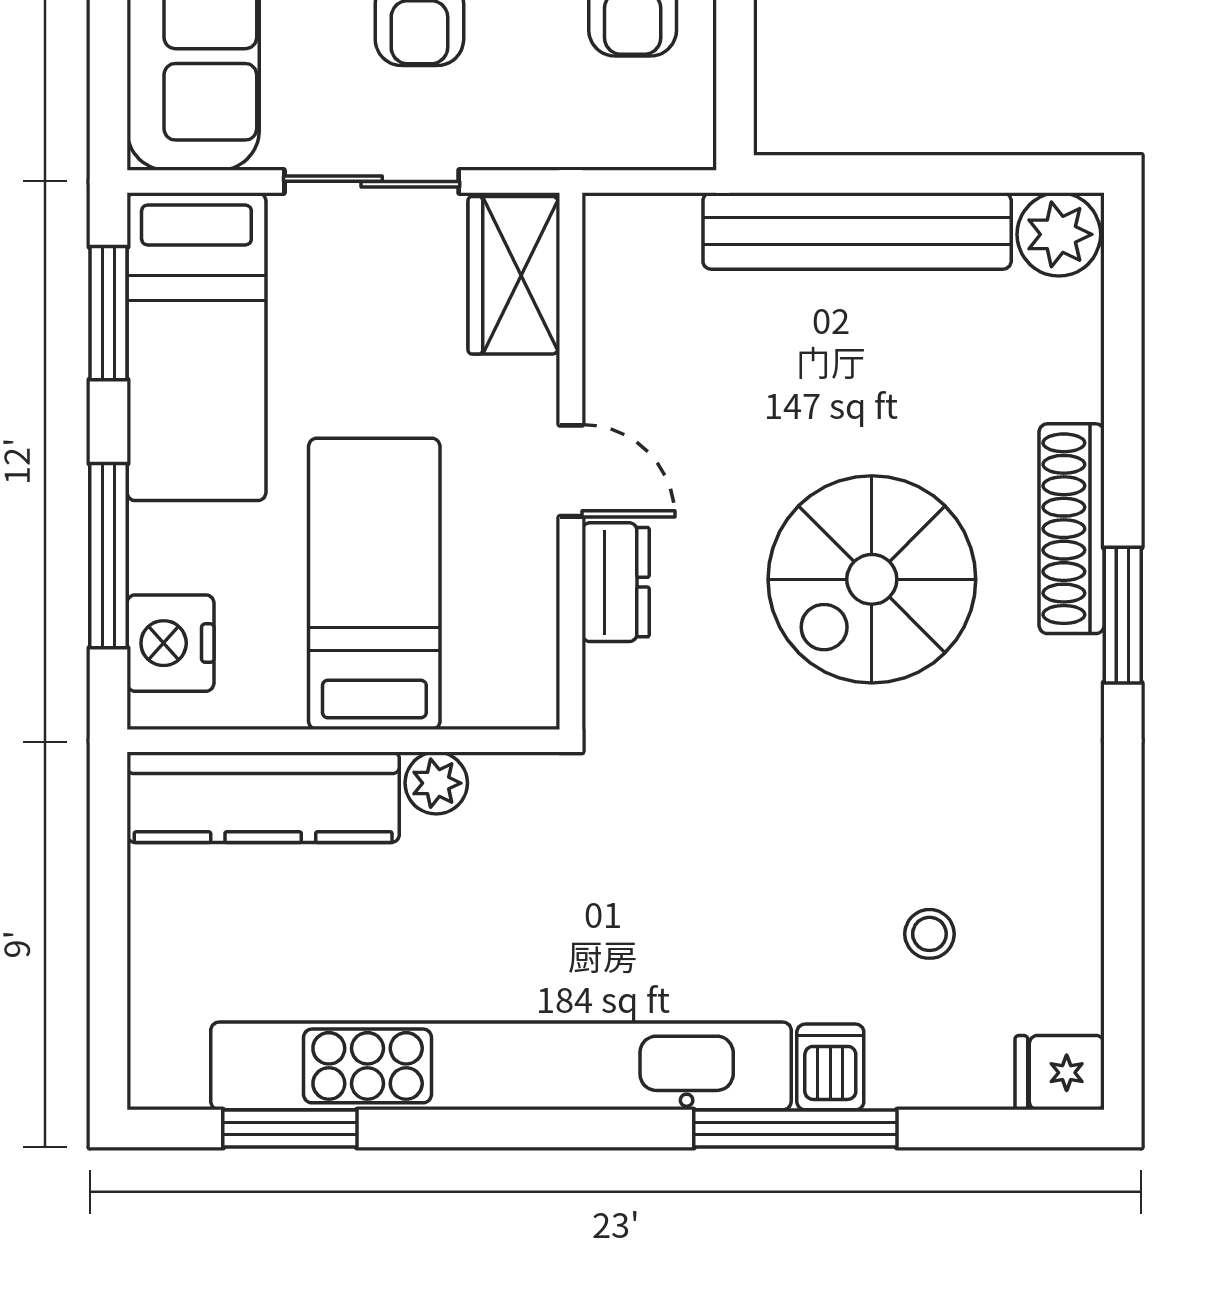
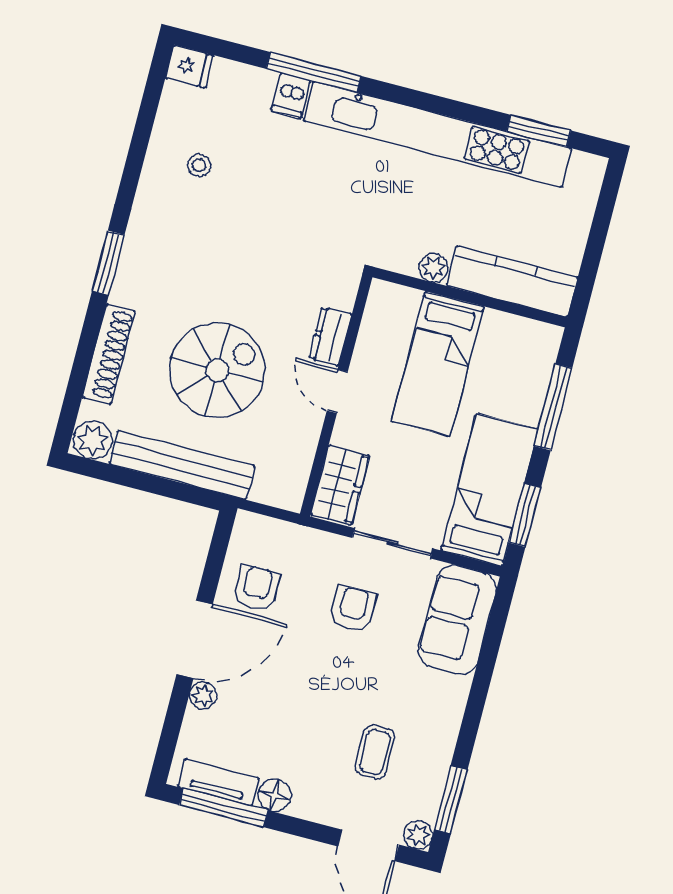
shoe rack: (1072, 529) -> (109, 354), moved
spiral stairs: (872, 579) -> (217, 370), moved
nightstand: (170, 643) -> (536, 361), removed
stool: (929, 934) -> (199, 165), moved

